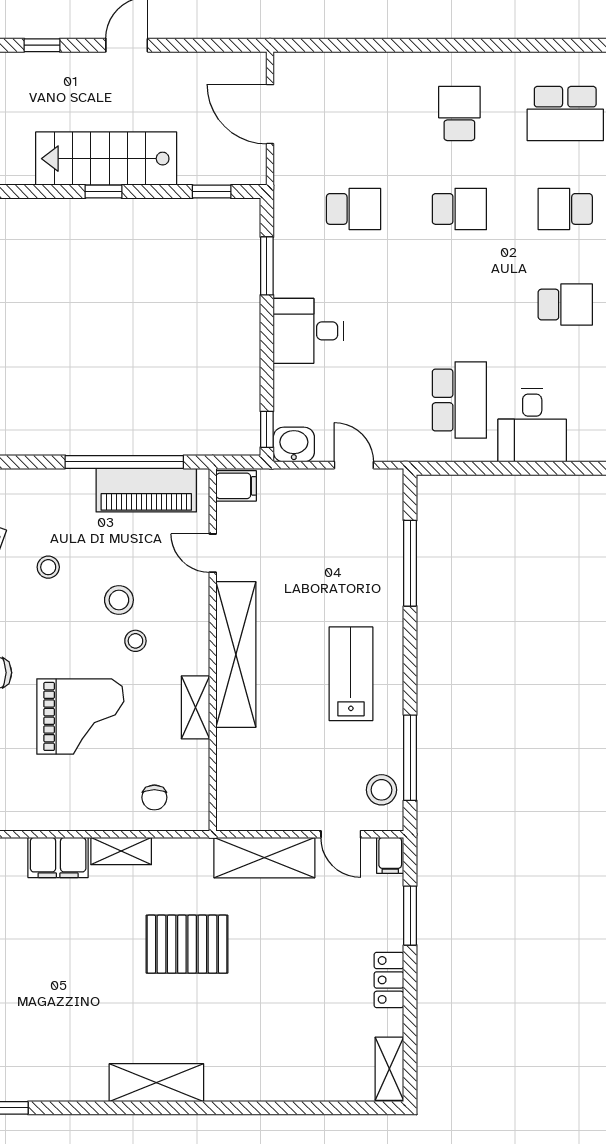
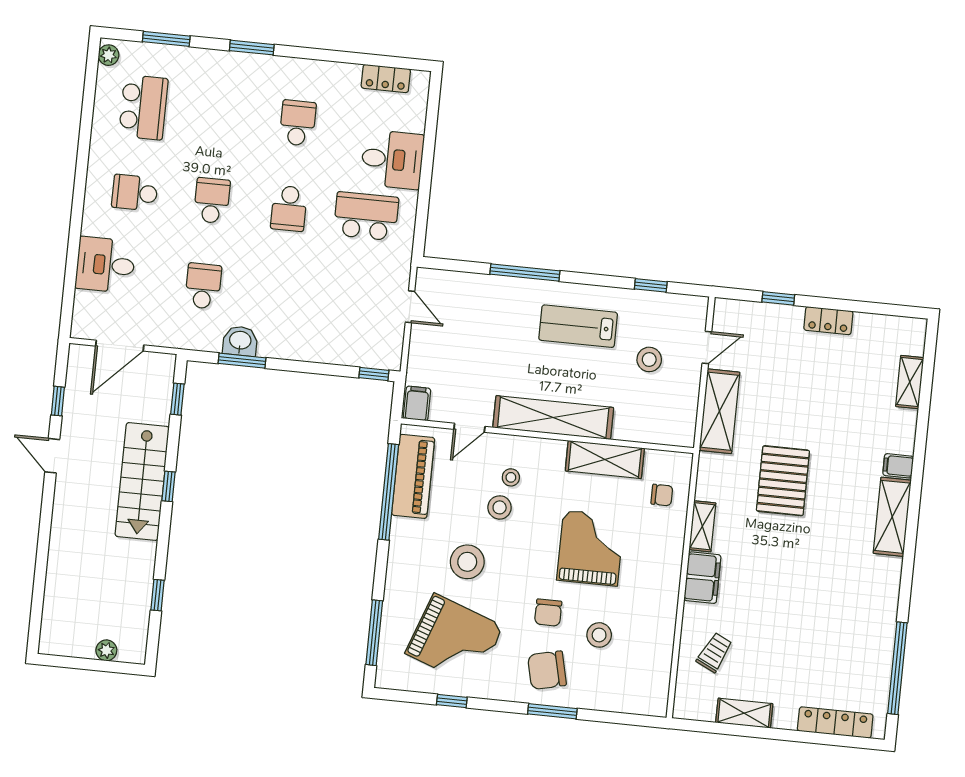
window: (42, 45) -> (58, 401), moved
school desk: (565, 209) -> (289, 208), moved
desk: (308, 331) -> (105, 265), moved, turned 90
washbasin: (294, 445) -> (240, 341), moved, turned 90
door: (354, 465) -> (410, 307), swing flipped
window: (410, 563) -> (525, 273), moved
stool: (48, 567) -> (467, 562), width x1.89, depth x1.89
stool: (135, 641) -> (511, 477), moved
shelving: (195, 707) -> (605, 460), width x1.50, depth x1.33
window: (410, 758) -> (651, 285), width x0.46
stool: (382, 790) -> (649, 359), moved
filing cabinet: (390, 855) -> (898, 466), moved, turned 180
window: (410, 916) -> (778, 298), width x0.67
shelving: (389, 1069) -> (910, 382), moved, turned 90

